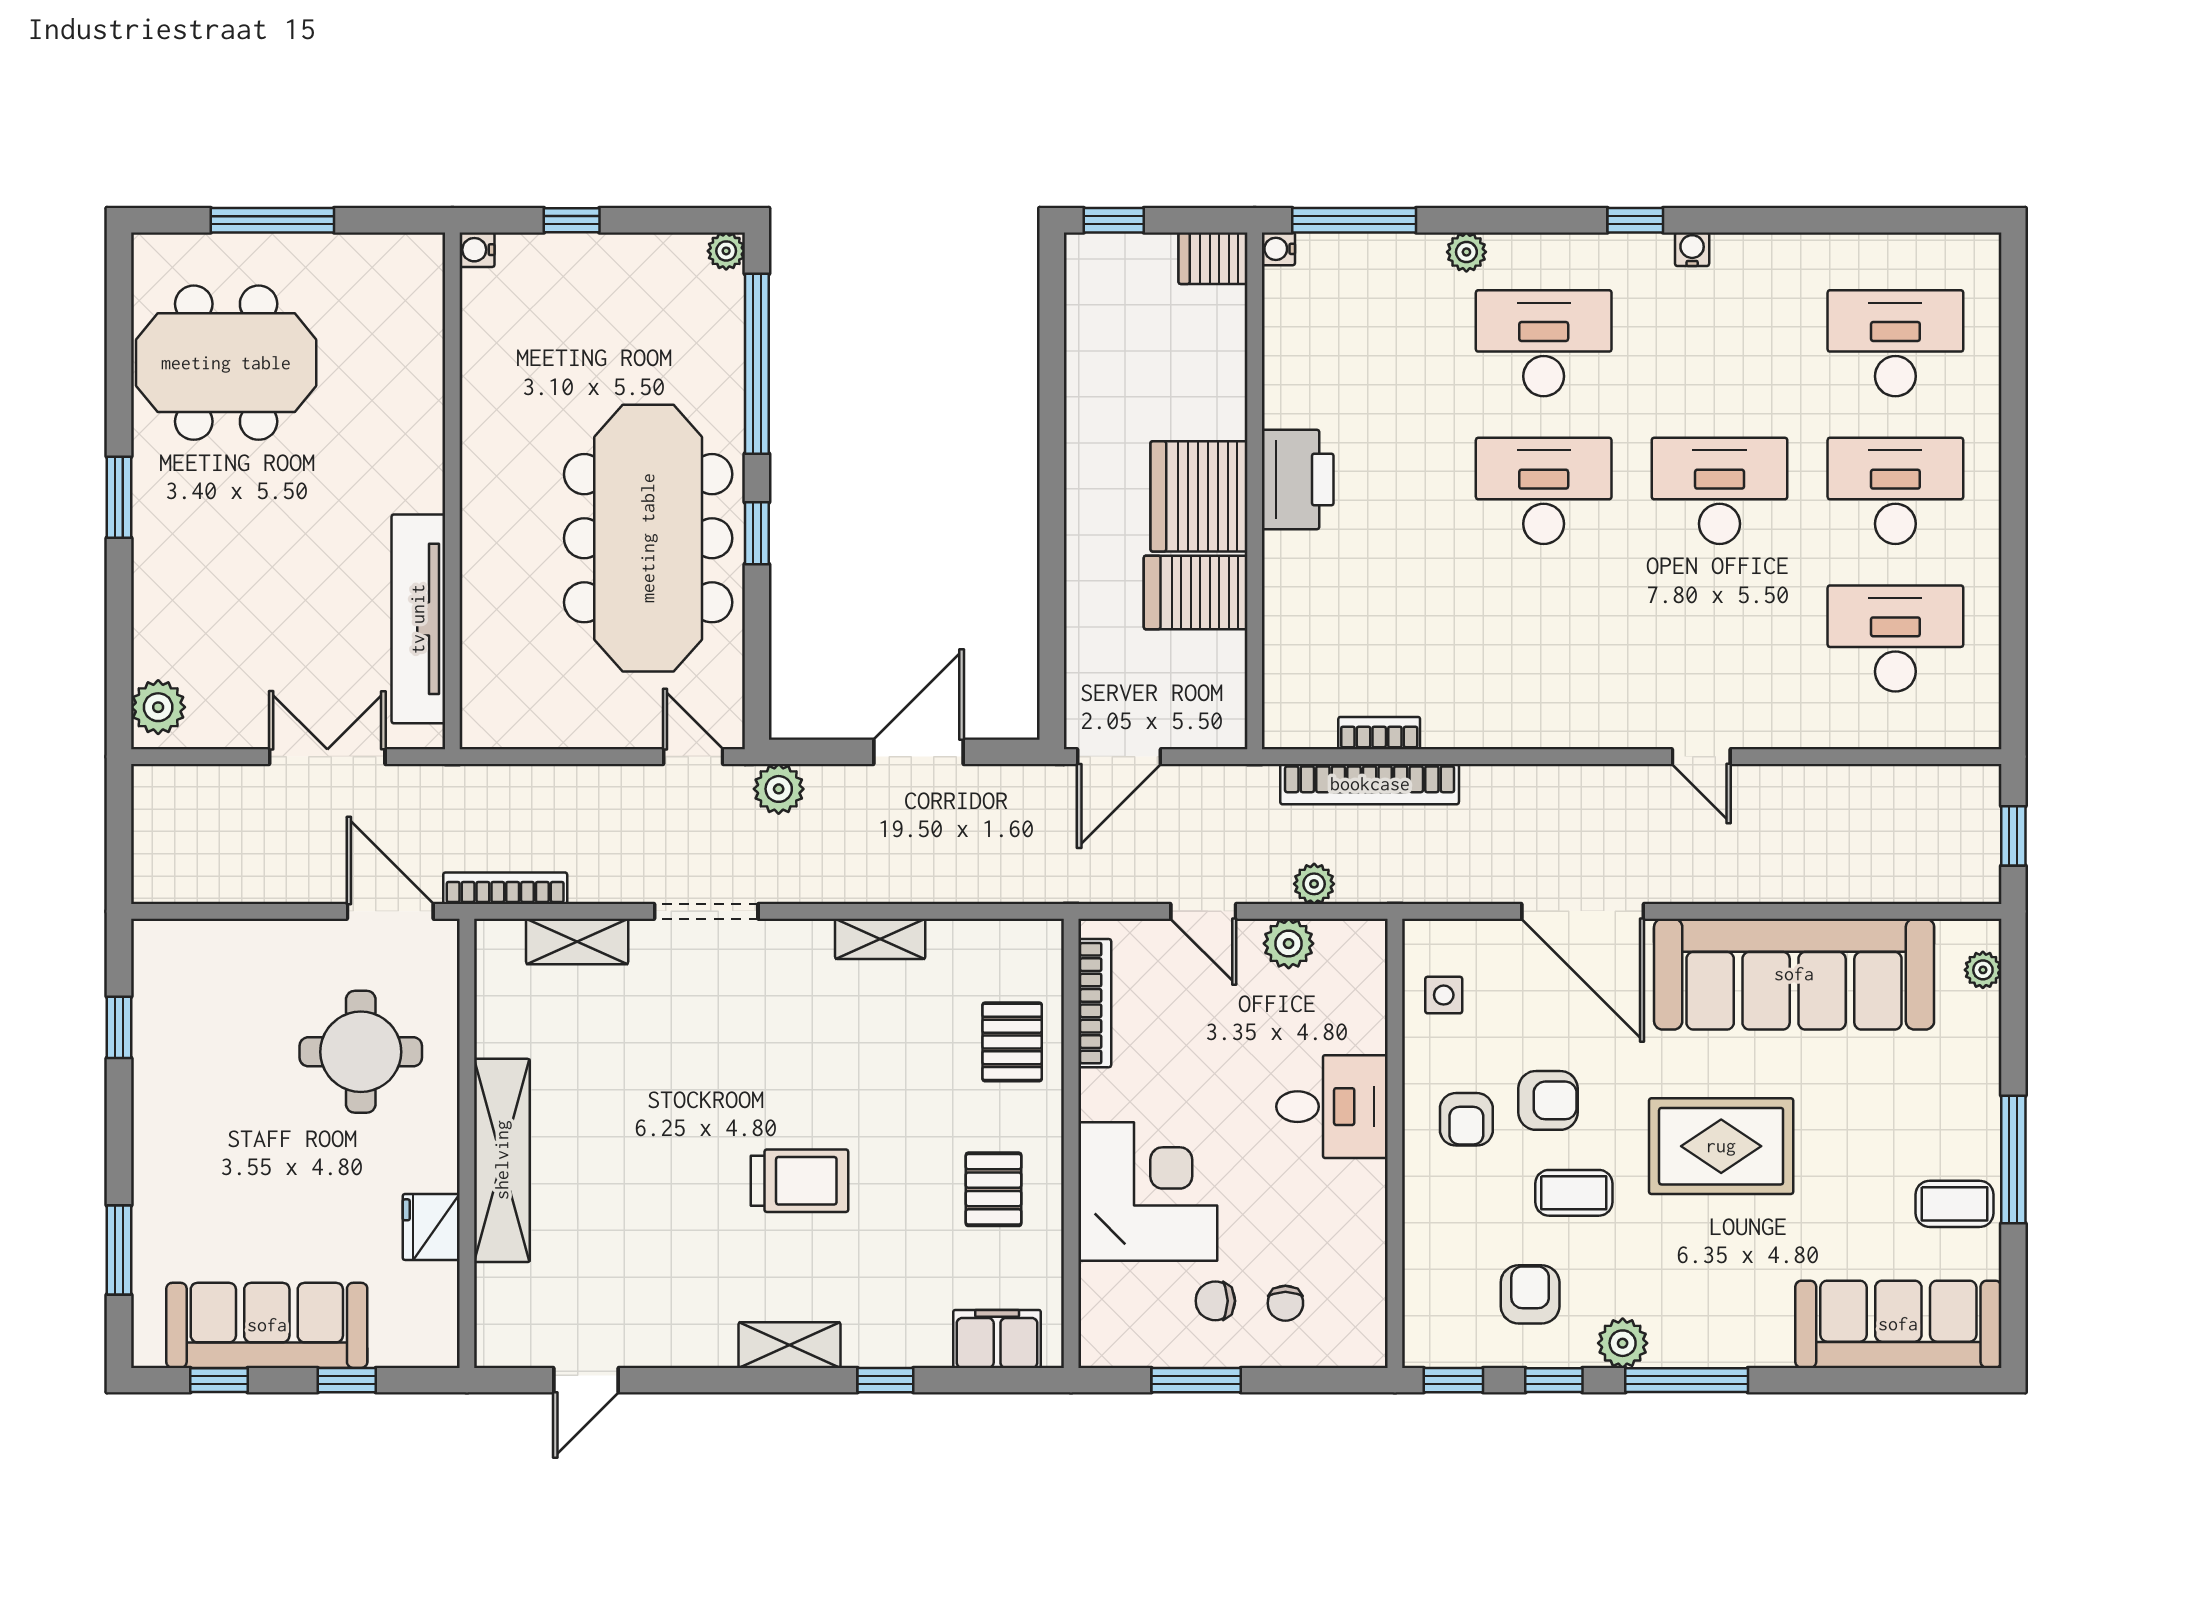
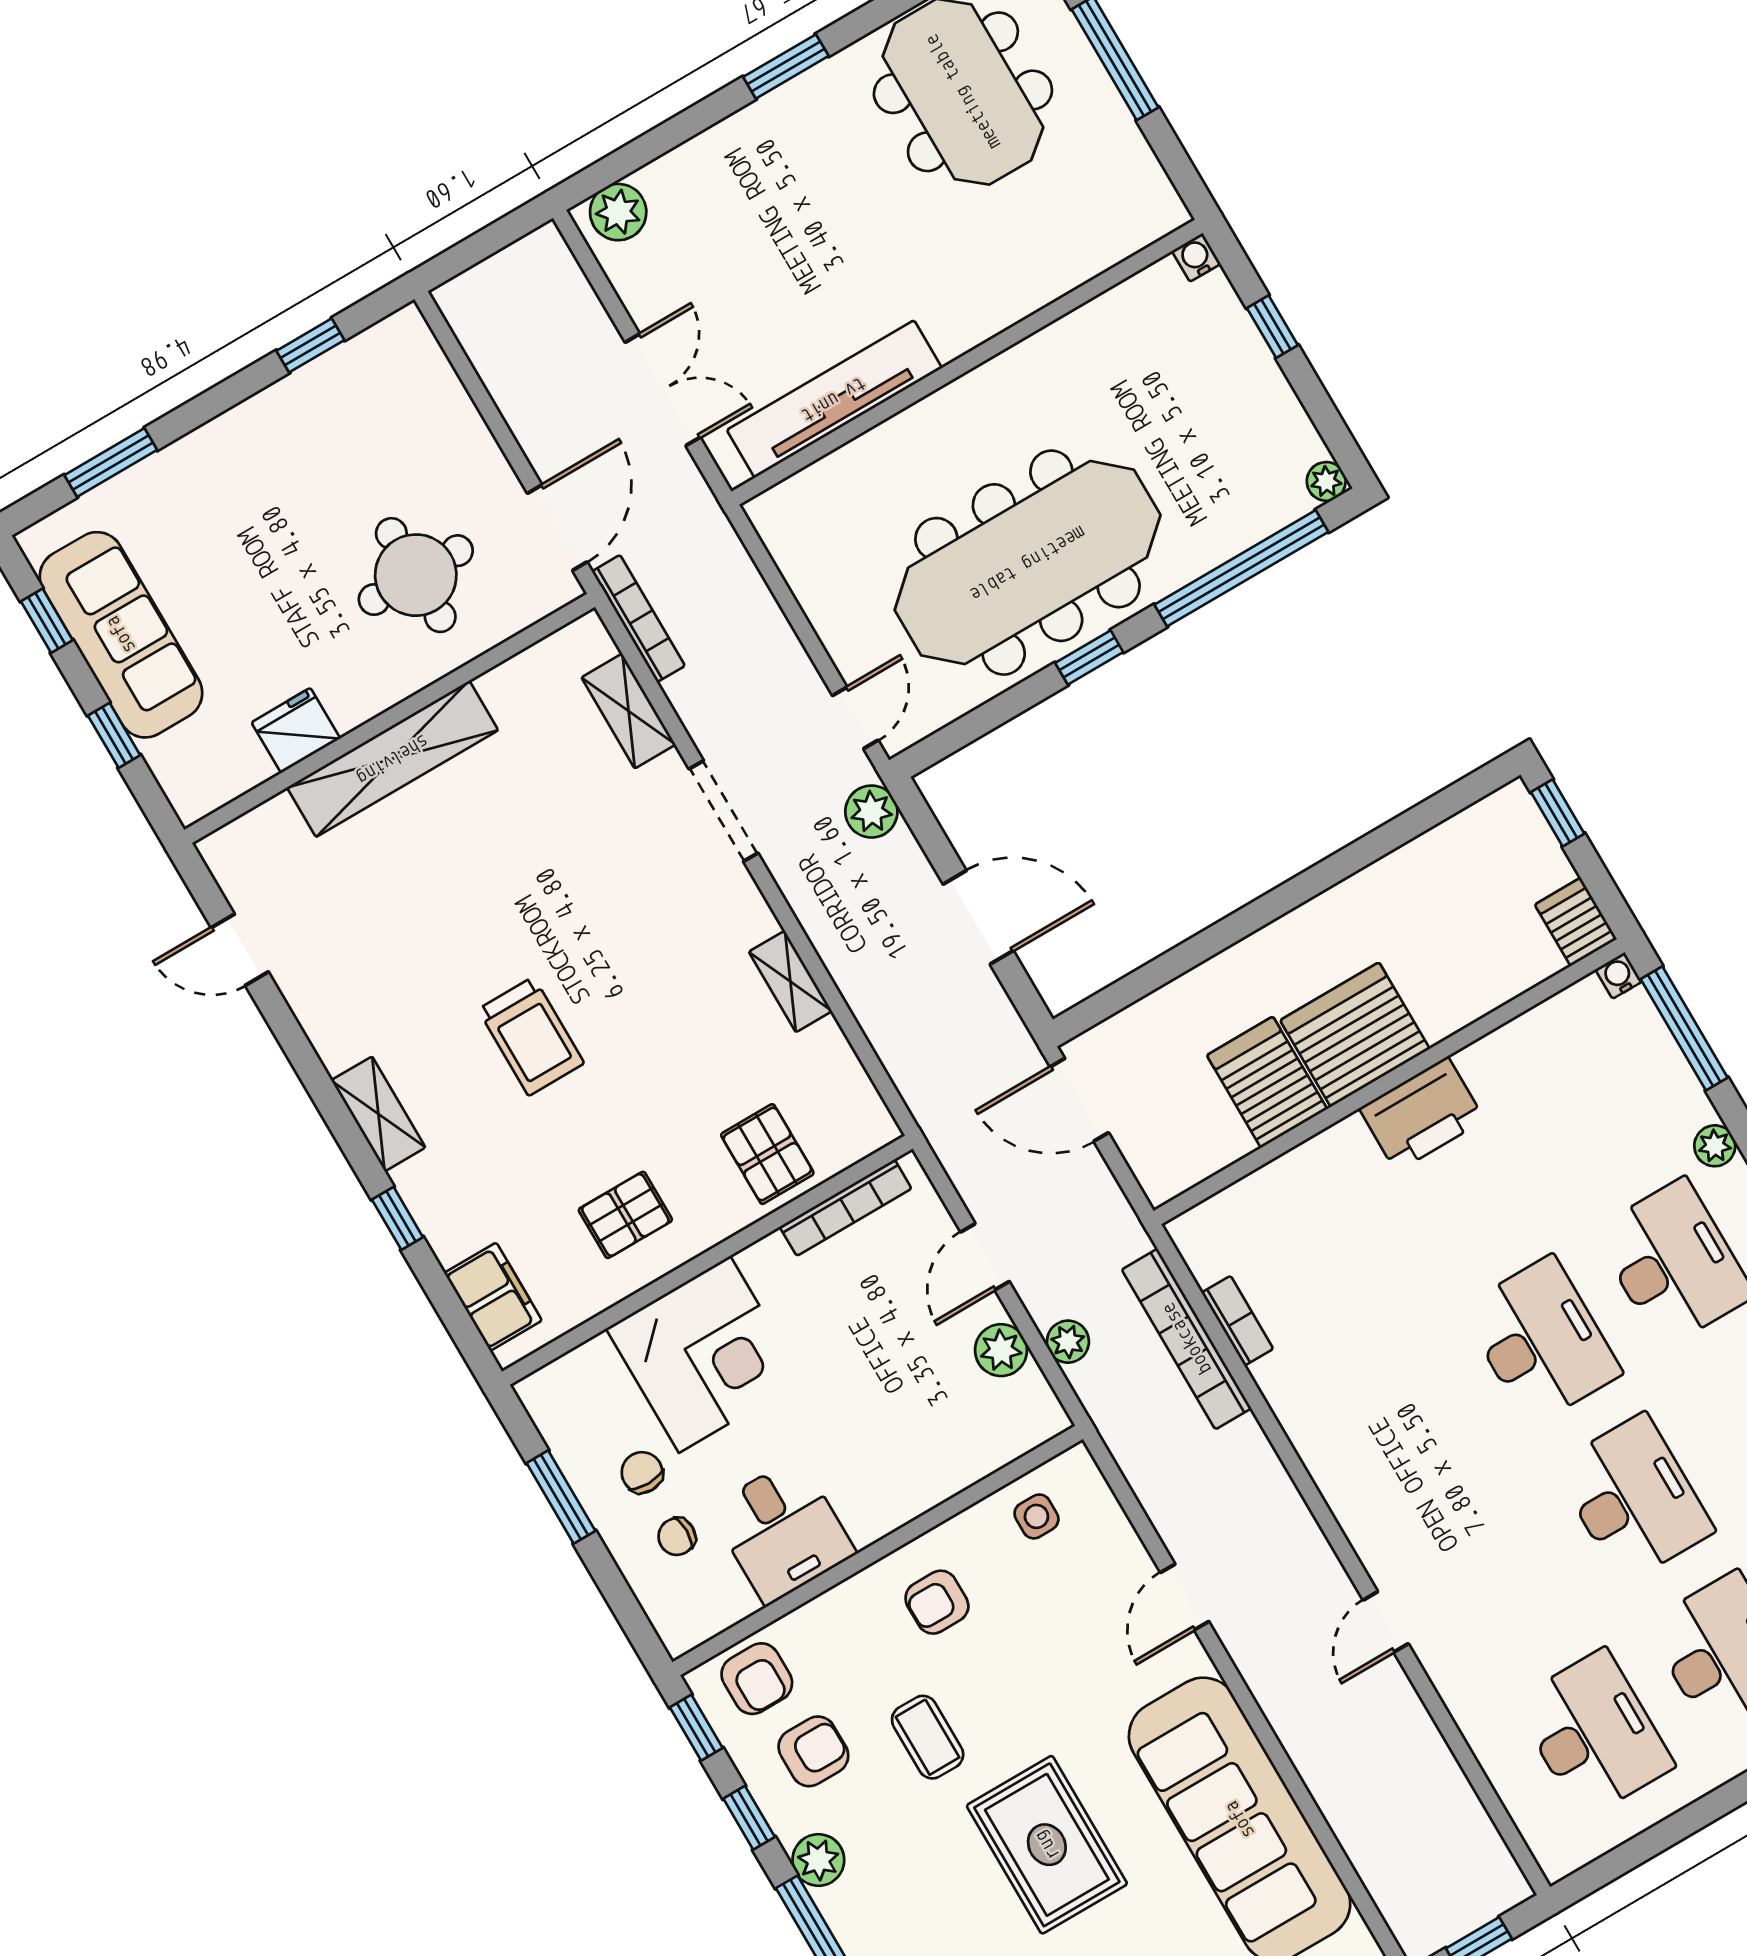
door: (1583, 911) -> (1185, 1597), width x0.53
pallet: (1012, 1042) -> (767, 1154), turned 90
armchair: (1548, 1100) -> (757, 1679), moved
desk: (1332, 1107) -> (782, 1531), moved

